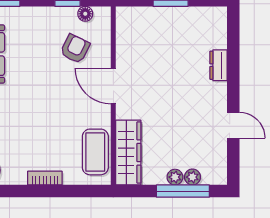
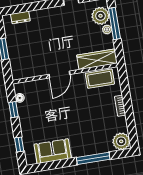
armchair: (75, 49) -> (41, 101), removed
dresser: (218, 65) -> (20, 17), moved
plant: (192, 177) -> (100, 16), width x1.88, depth x1.88

